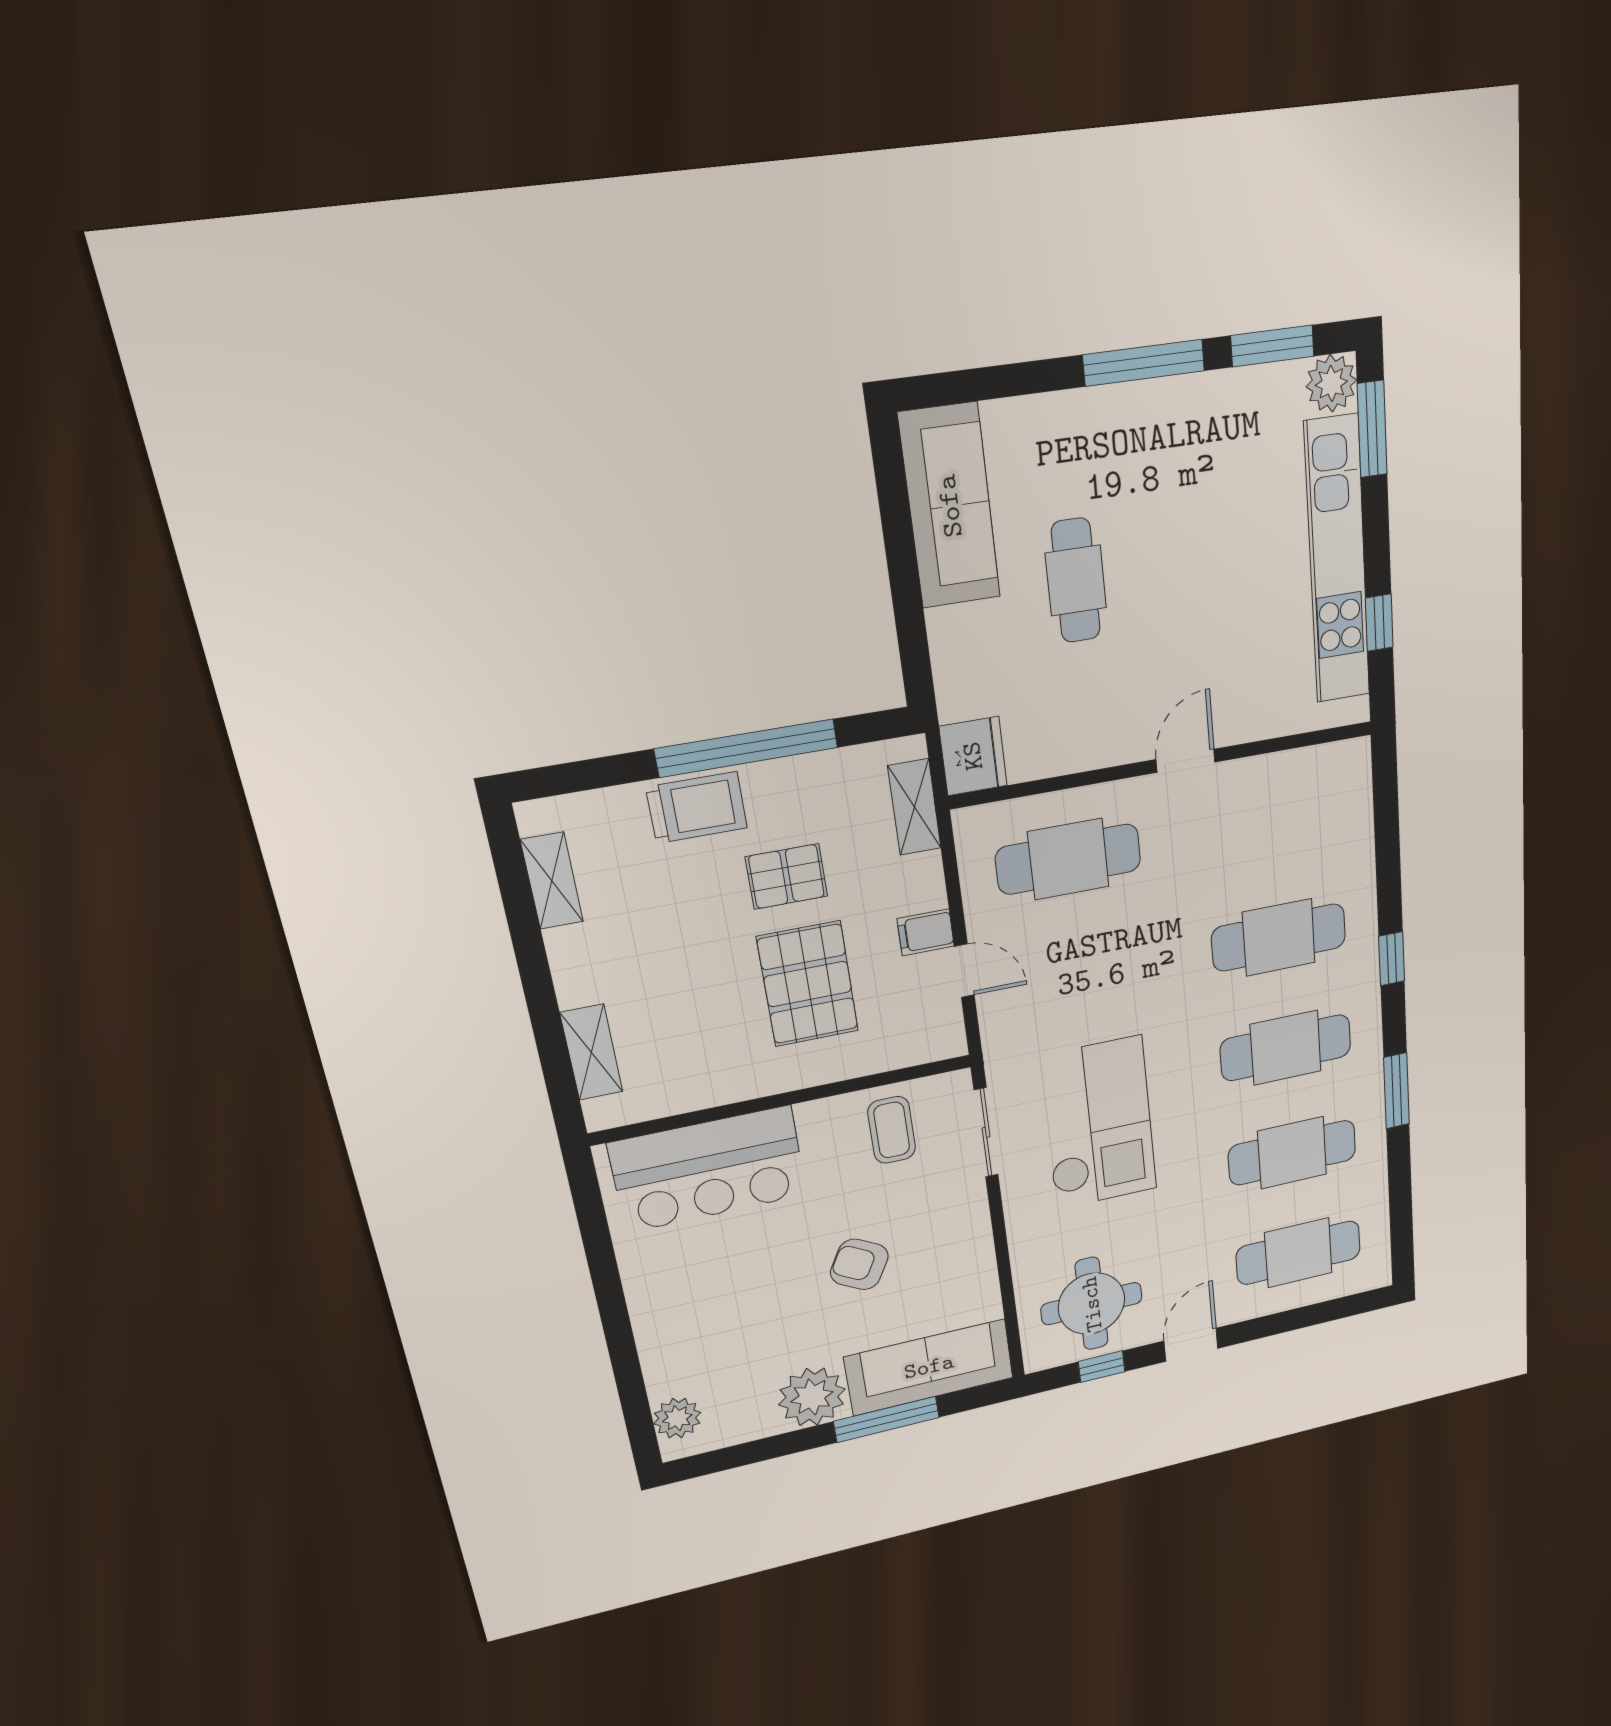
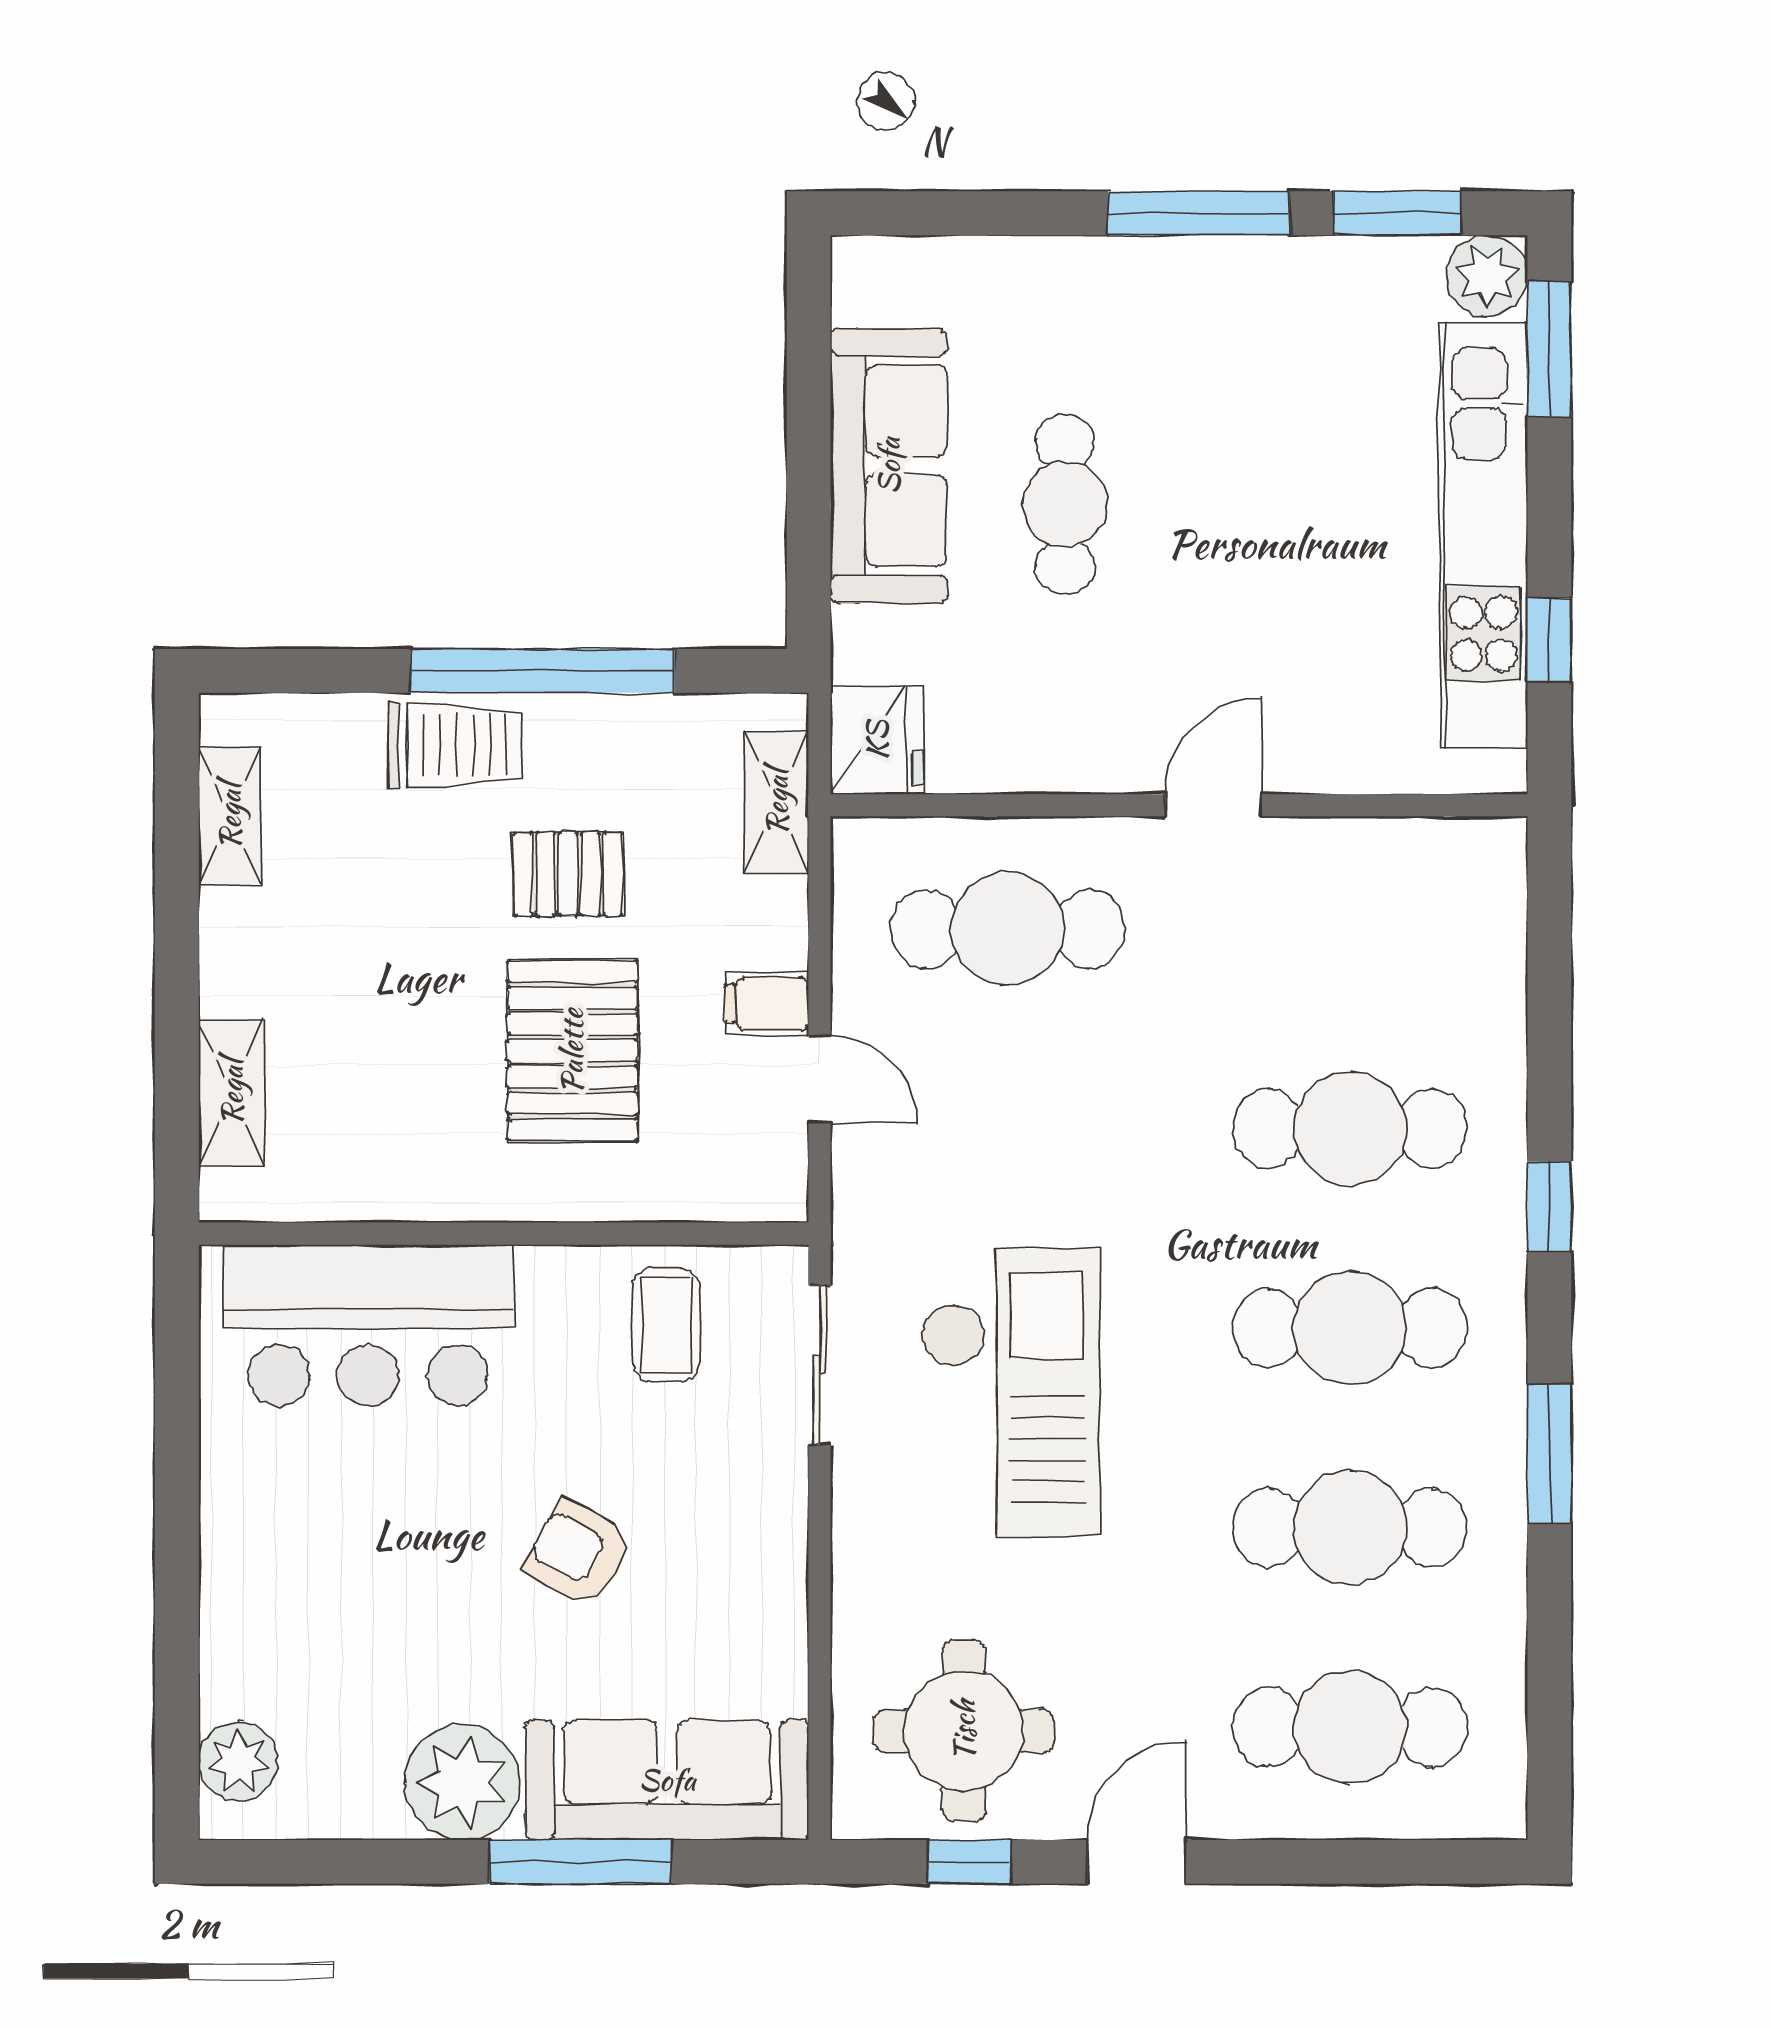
sofa: (950, 506) -> (889, 466), moved

